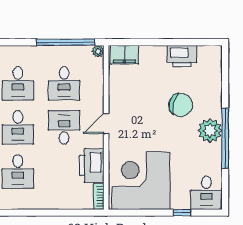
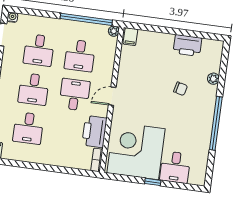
filing cabinet: (124, 55) -> (130, 37), width x0.50
chair: (181, 105) -> (181, 89), width x0.54, depth x0.54
plant: (210, 131) -> (213, 79), moved, width x0.53, depth x0.53
desk: (206, 193) -> (175, 167), moved
window: (182, 213) -> (153, 182), moved

